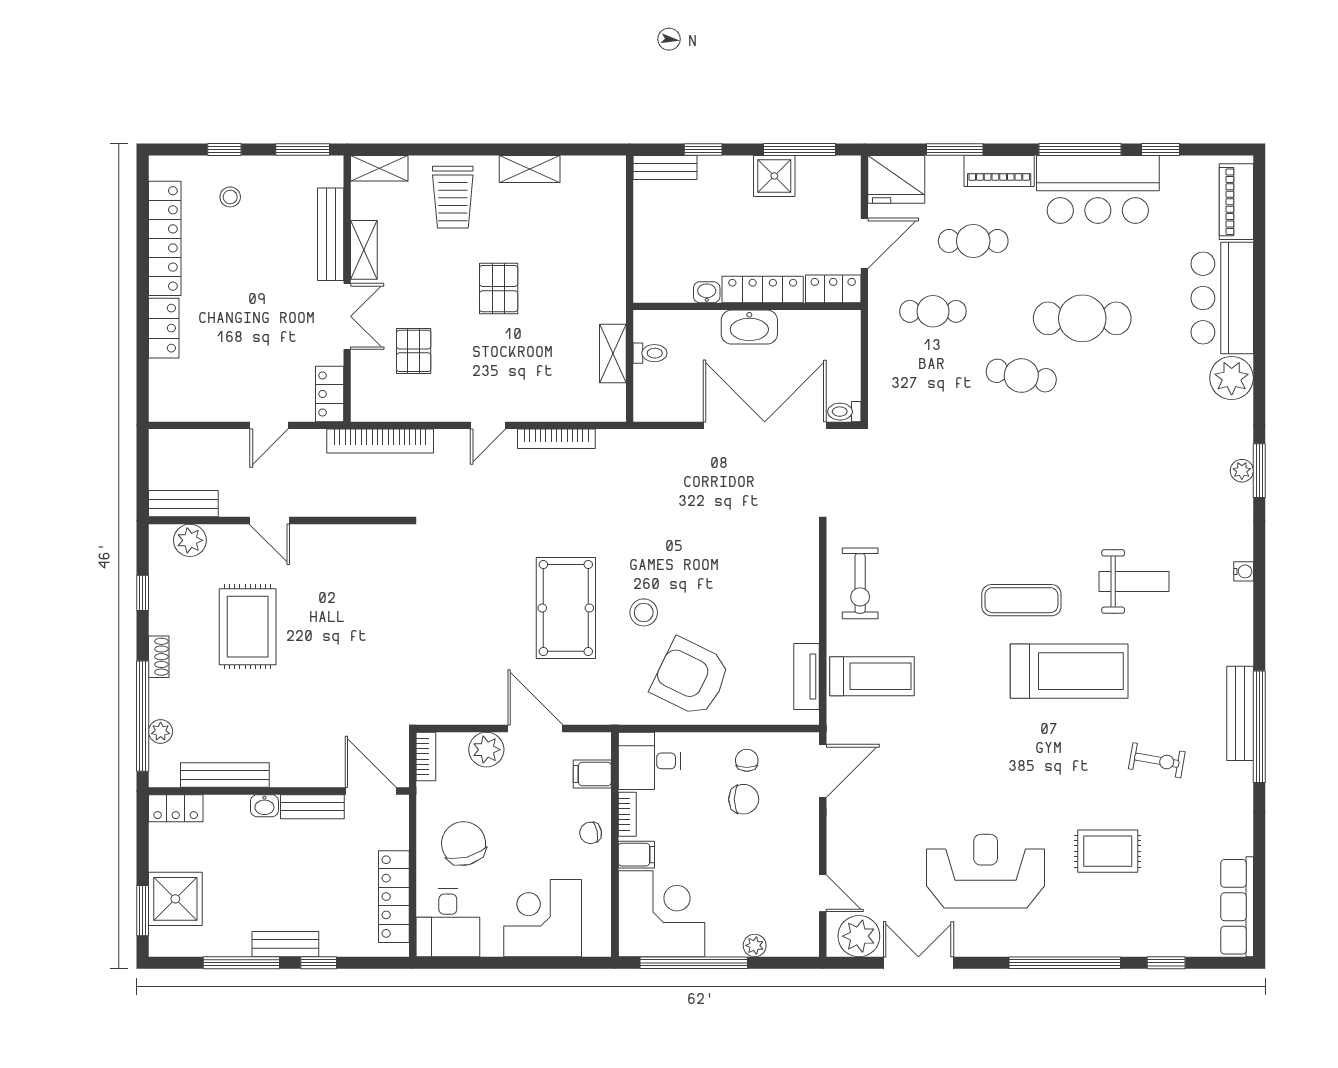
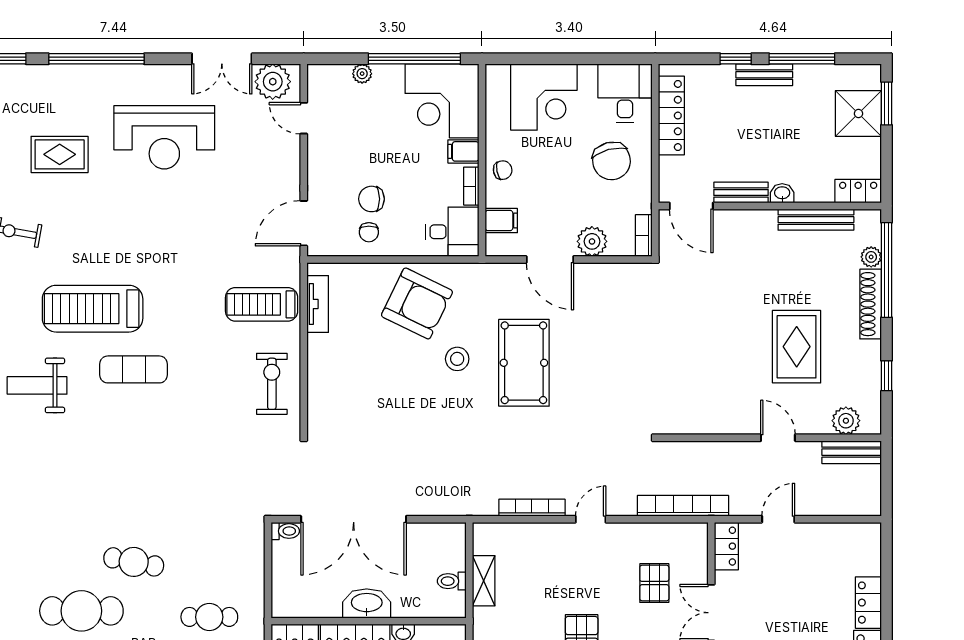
shoe rack: (159, 657) -> (871, 304), width x1.94, depth x1.24

